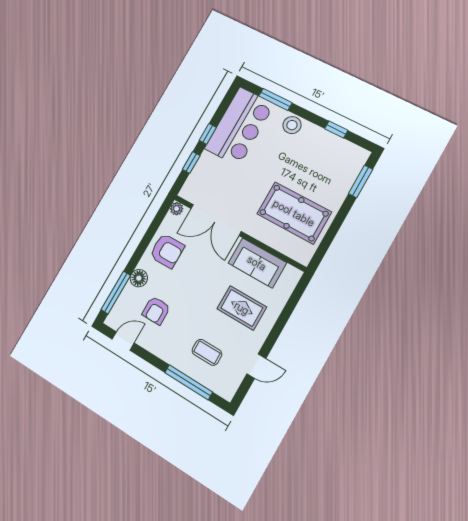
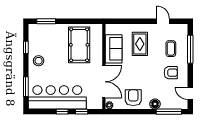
stool: (292, 125) -> (39, 61), moved
bar counter: (239, 126) -> (57, 97), width x1.36
armchair: (156, 310) -> (171, 73), moved

